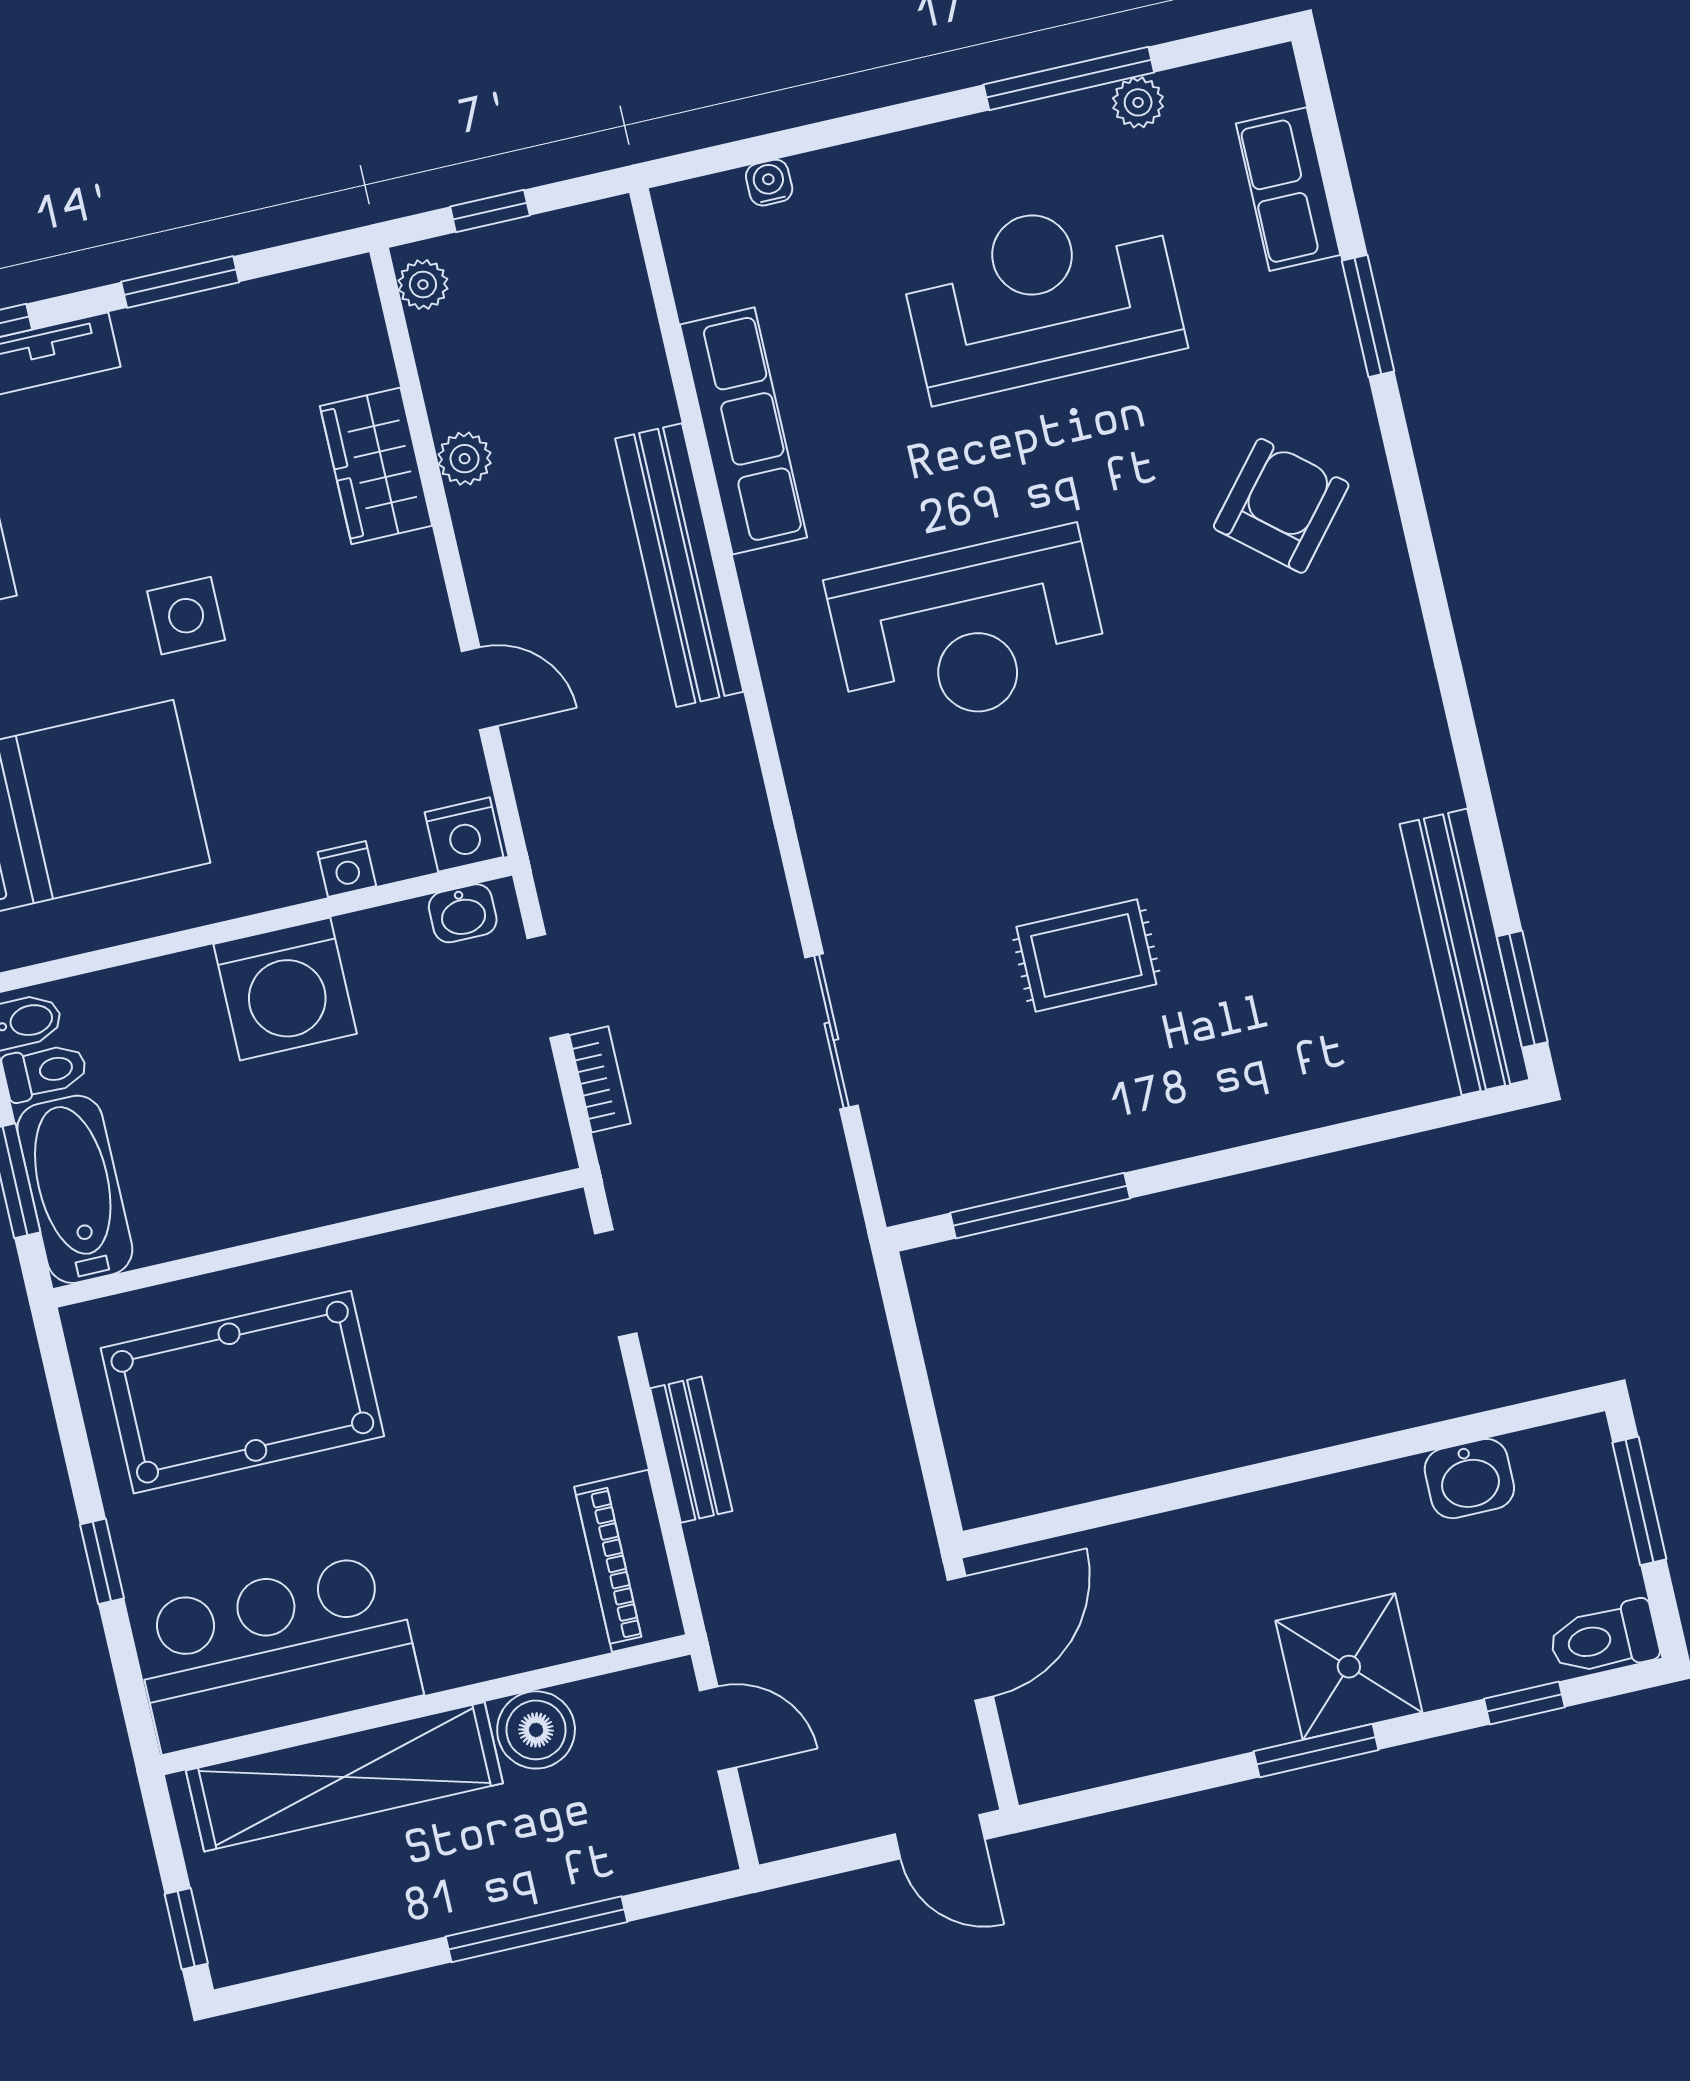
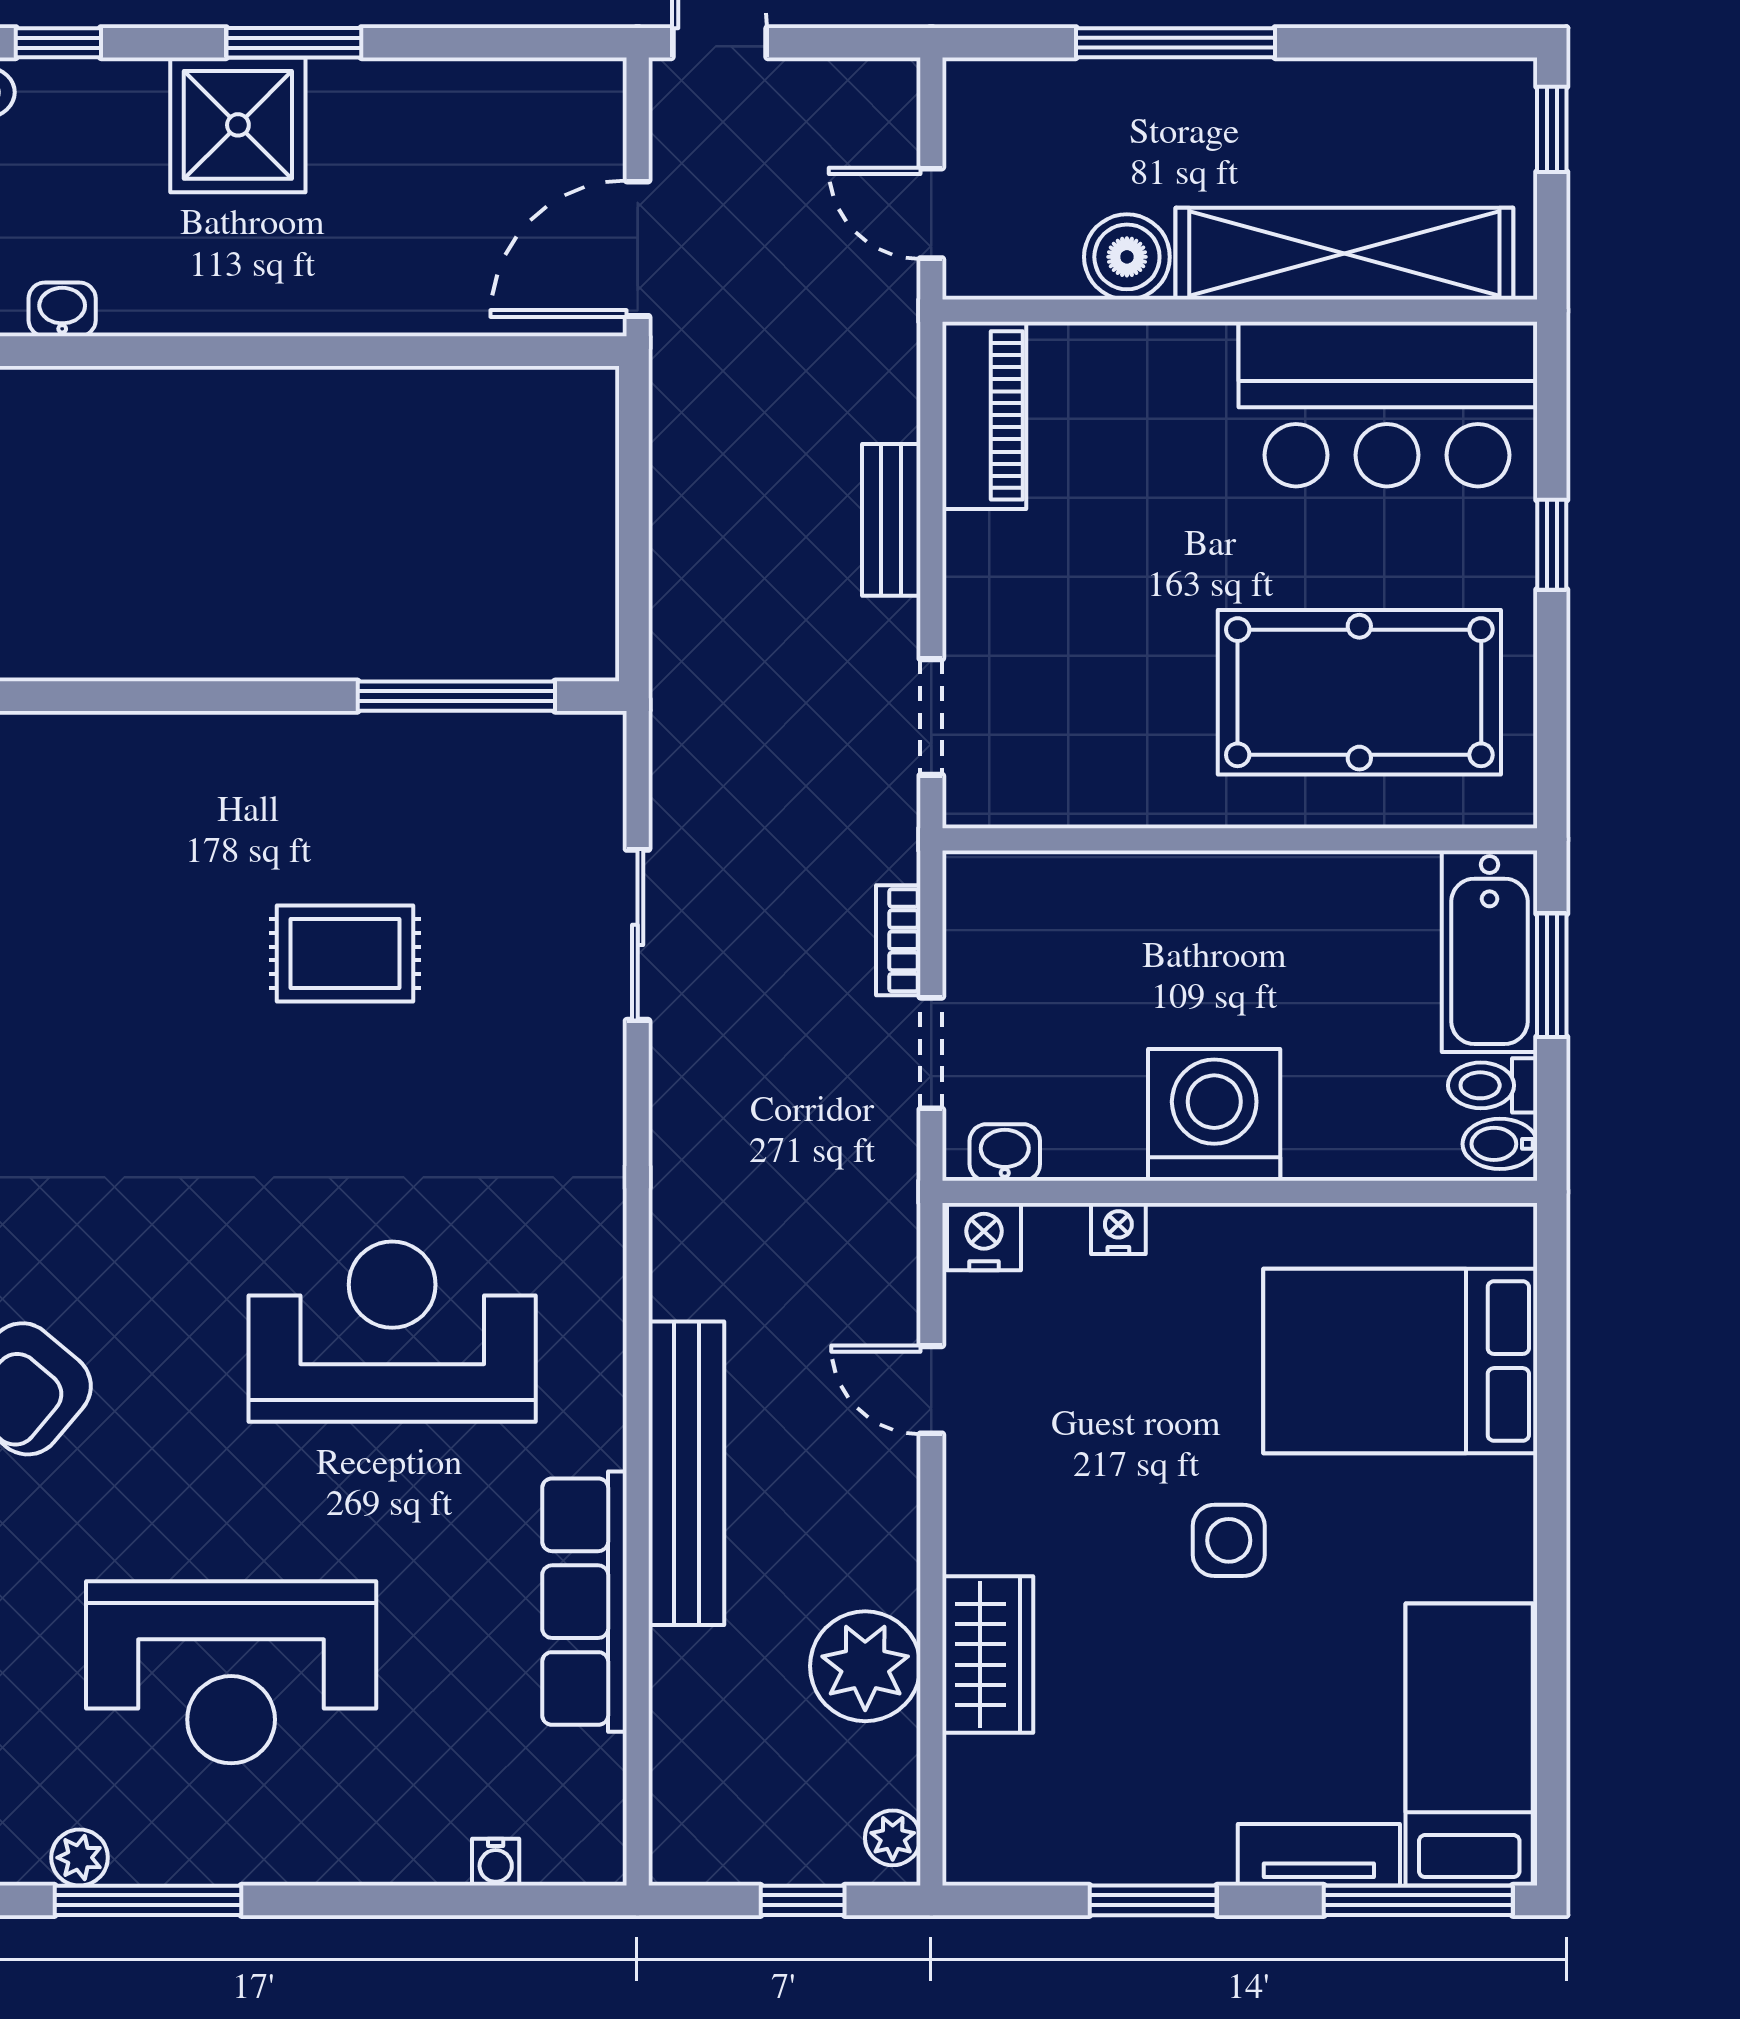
plant: (465, 459) -> (865, 1666), width x1.88, depth x1.88
washbasin: (1469, 1479) -> (62, 309), width x0.72, depth x0.69

